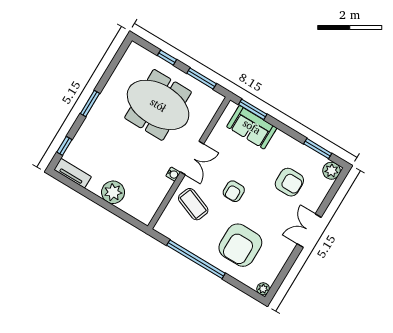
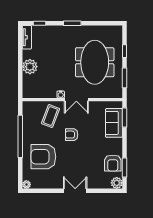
armchair: (289, 182) -> (113, 163), moved

